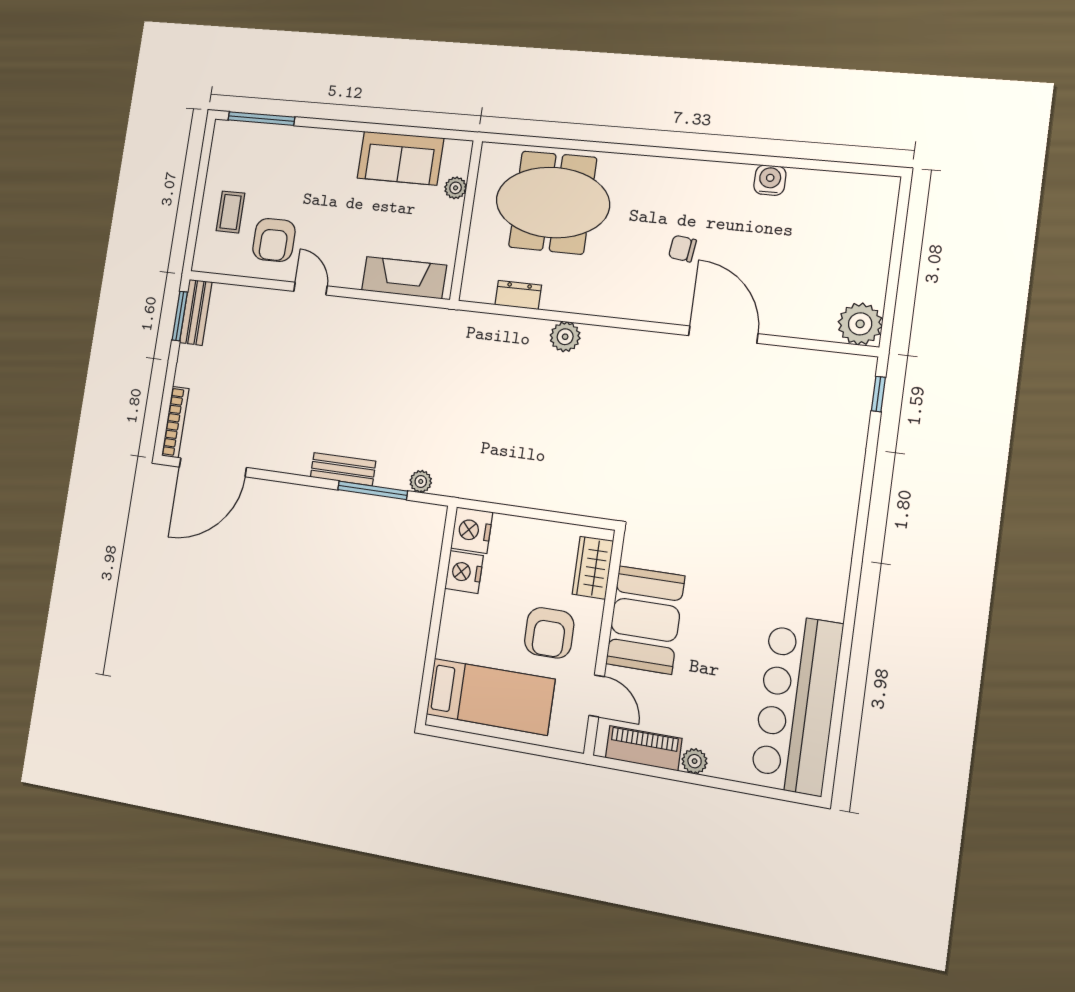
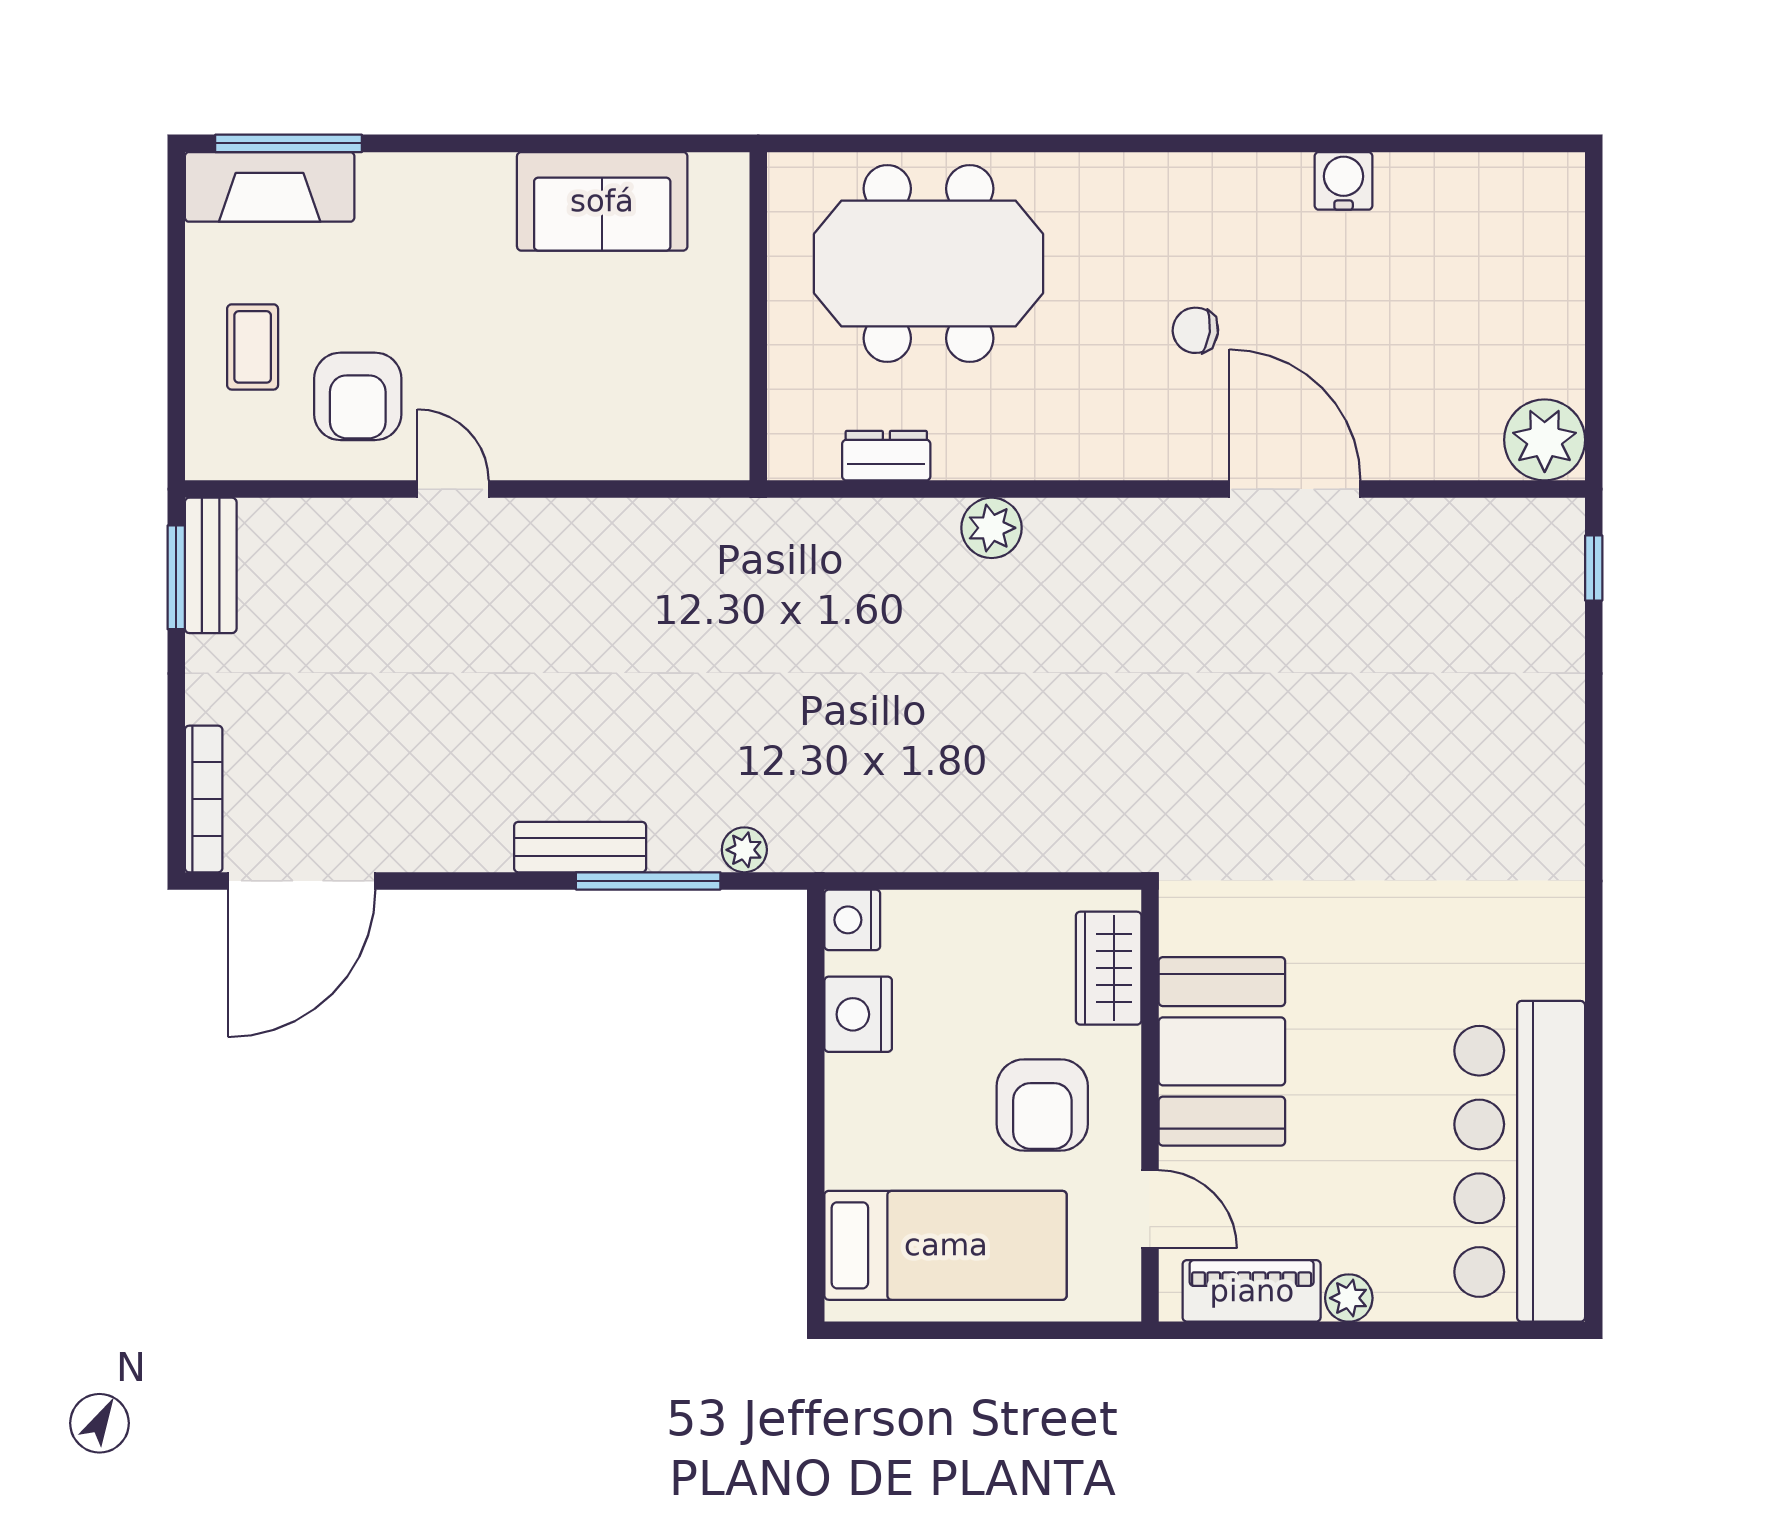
plant: (456, 188) -> (727, 252), removed
fireplace: (404, 278) -> (270, 187), moved, turned 180
nightstand: (472, 530) -> (852, 920), width x0.74, depth x0.75

